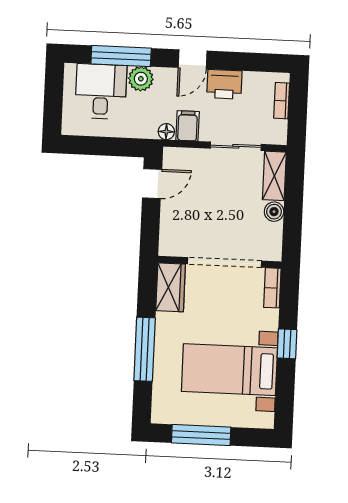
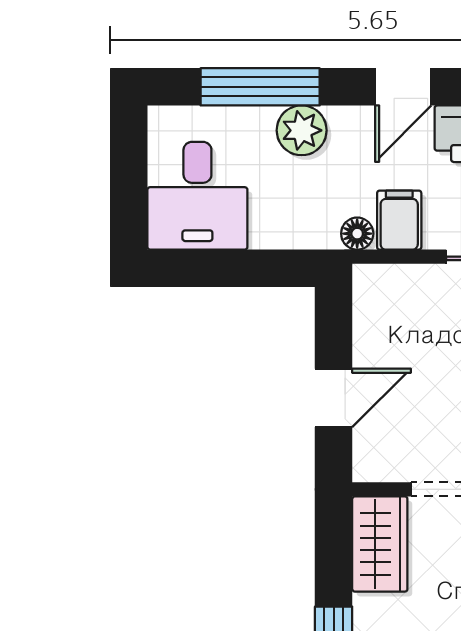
desk: (101, 91) -> (197, 196), moved, turned 180
door: (152, 184) -> (334, 398), moved

